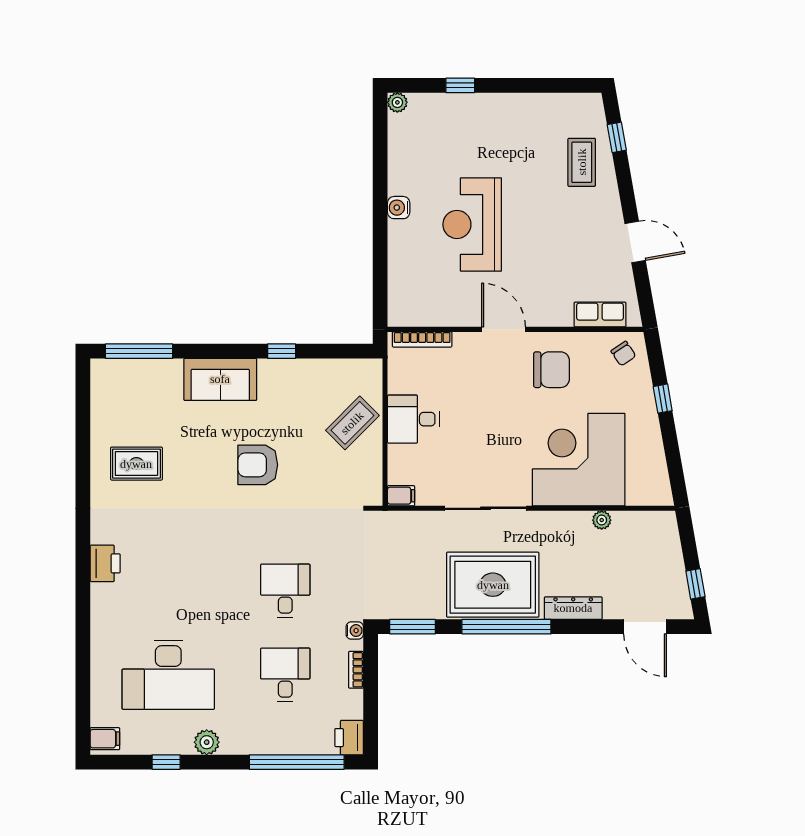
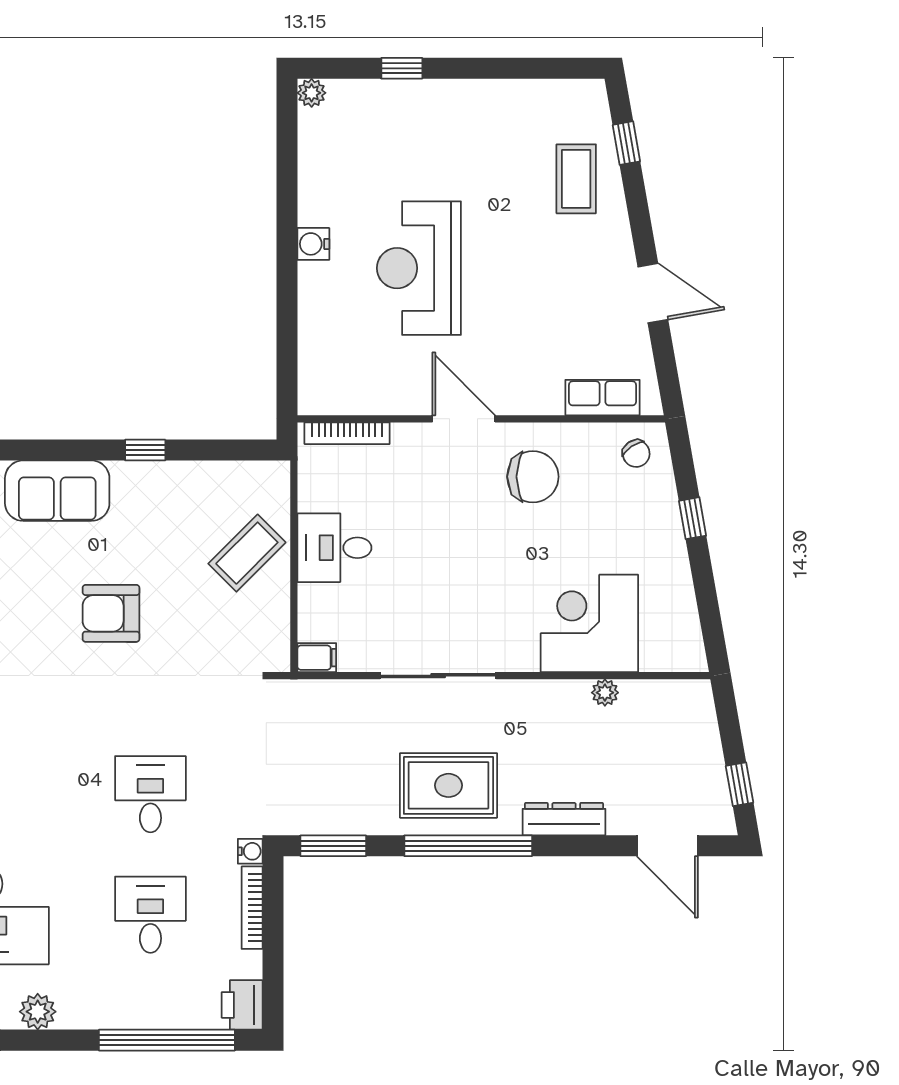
corner desk: (579, 460) -> (589, 623), width x0.74, depth x0.74
rug: (493, 585) -> (448, 785), width x0.73, depth x0.69
bookcase: (356, 670) -> (252, 908), width x1.56

